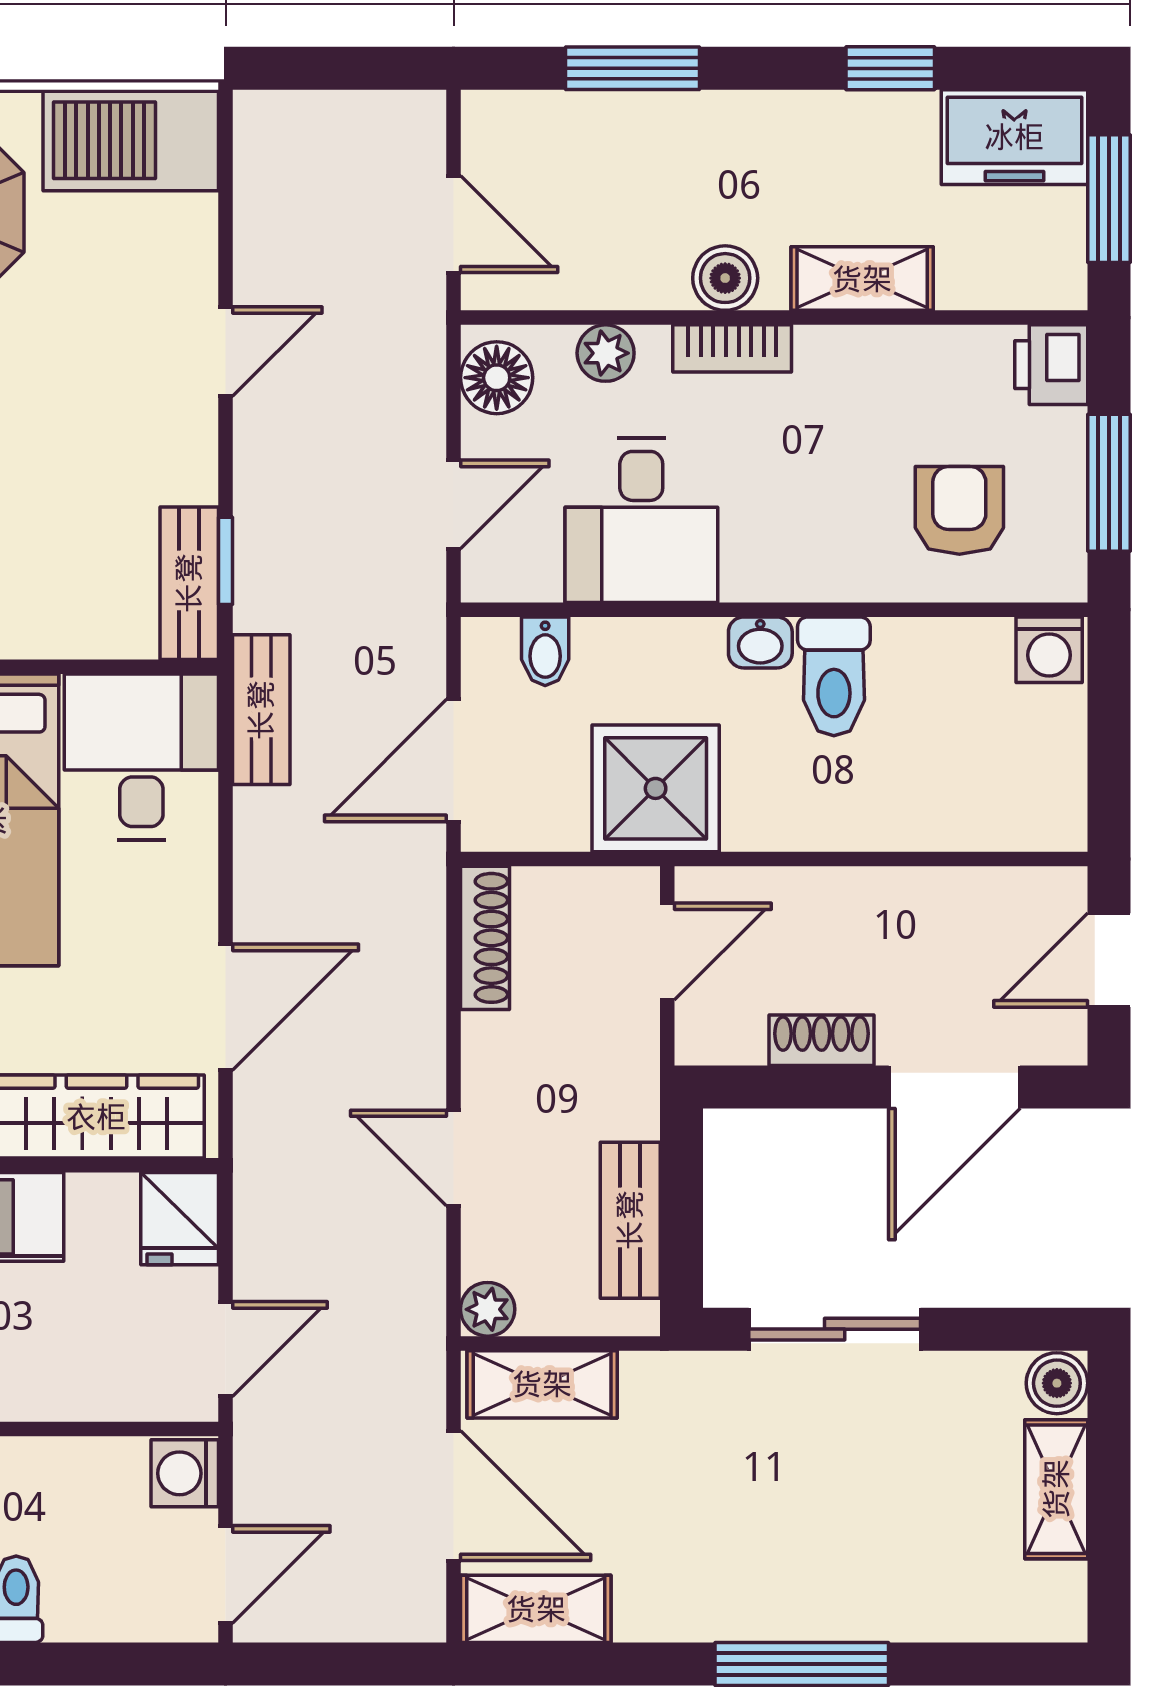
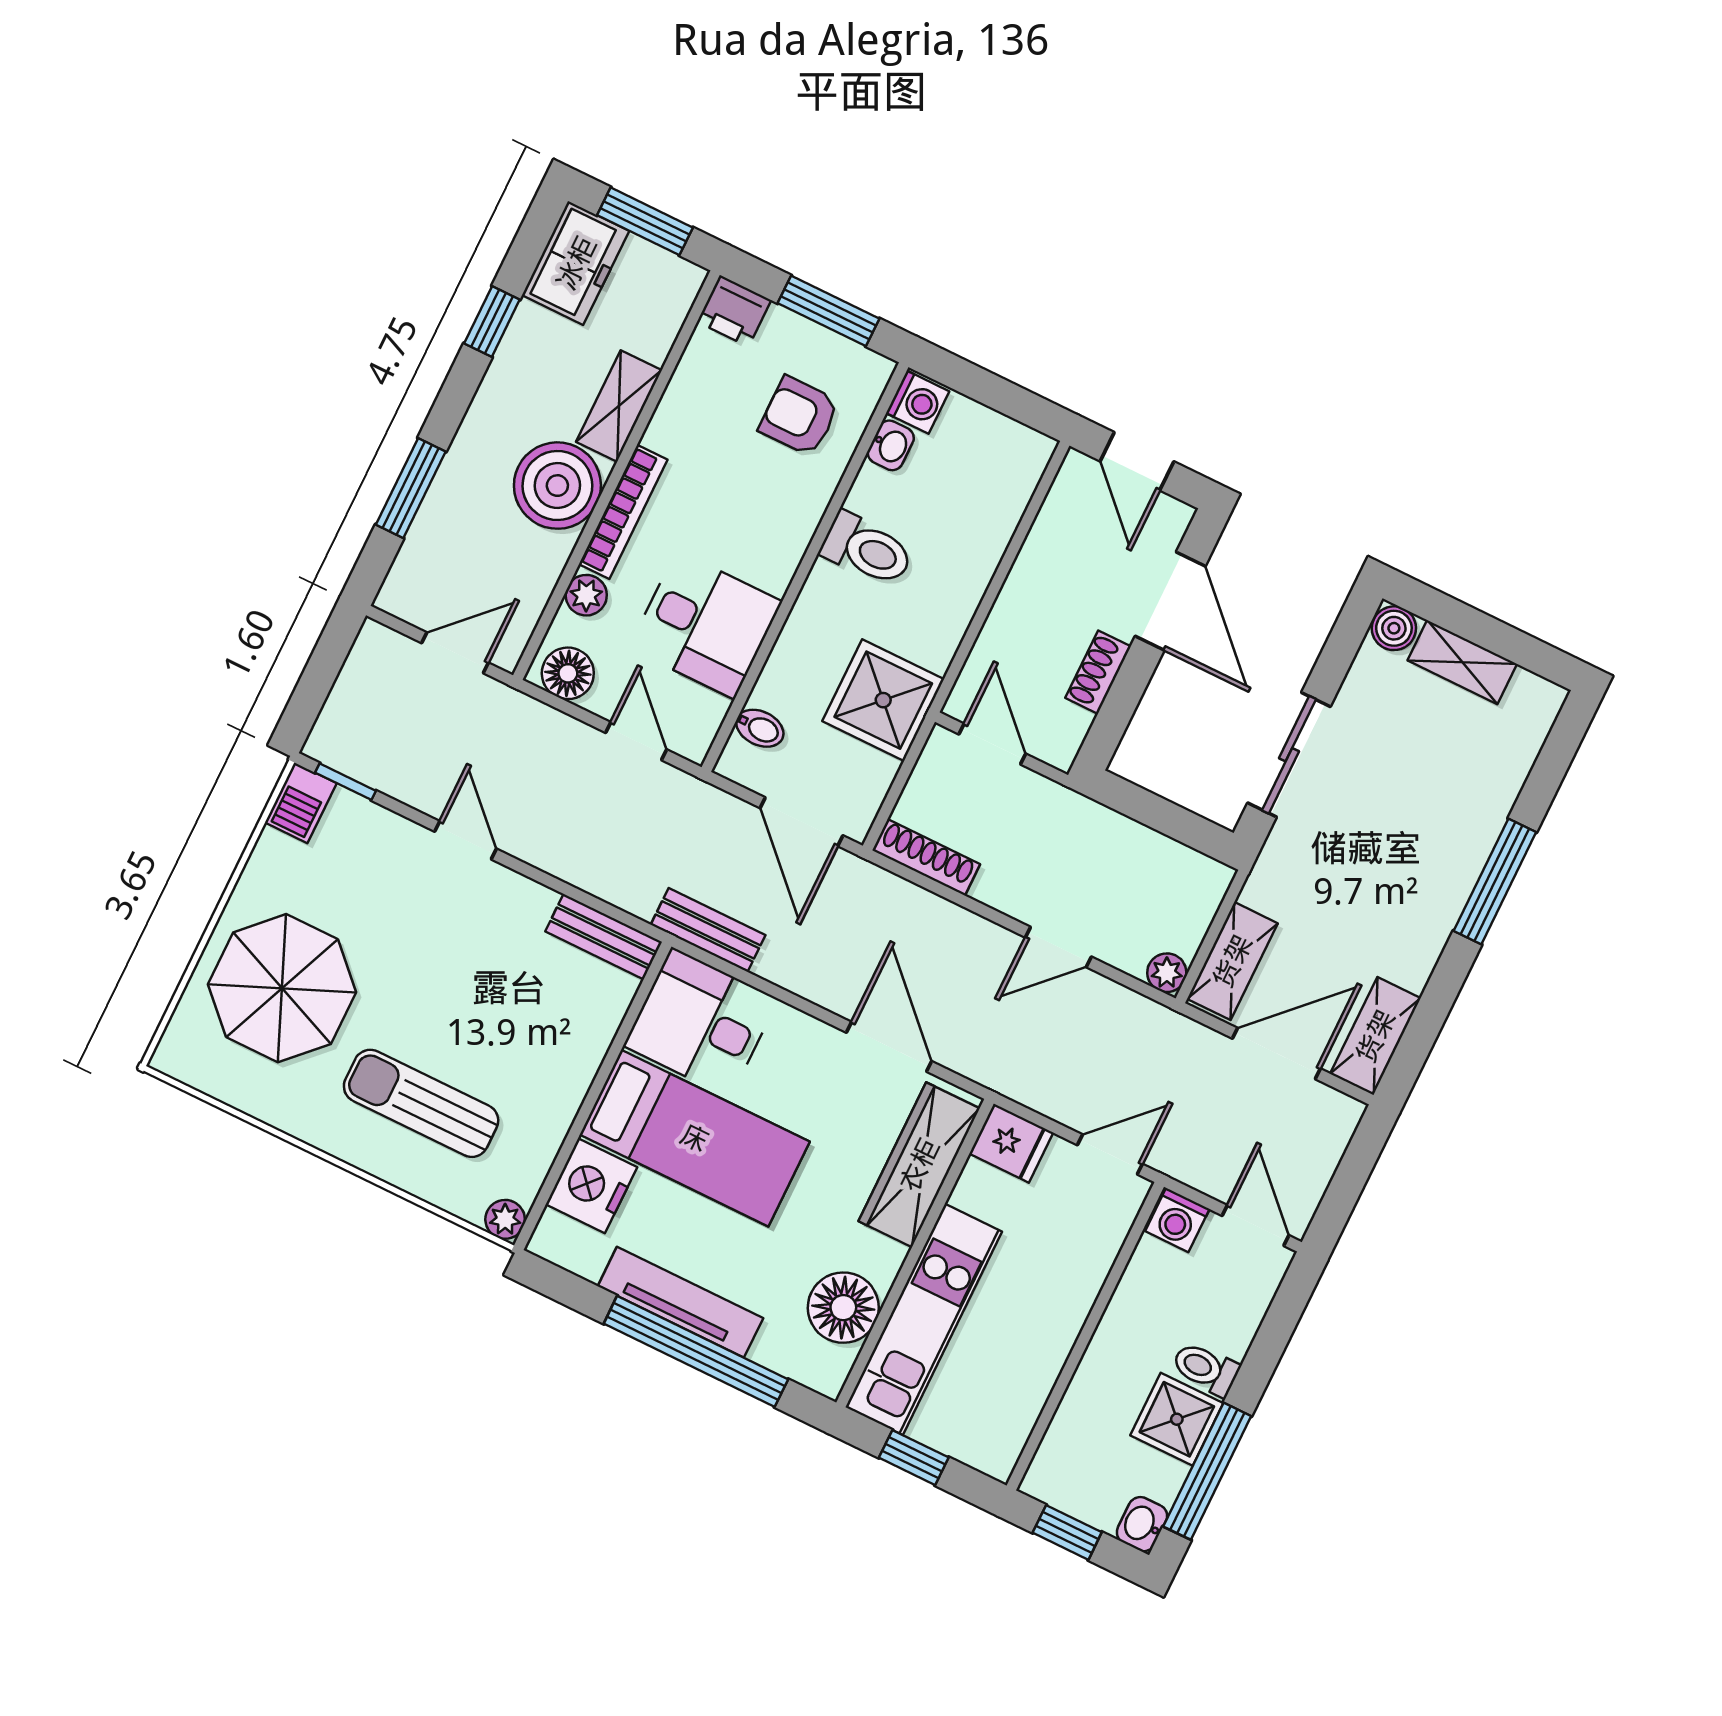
barbecue: (131, 140) -> (301, 803), width x0.53, depth x0.65
boiler: (725, 278) -> (557, 486), width x1.86, depth x1.86
bookcase: (732, 348) -> (623, 512), width x1.56
window: (226, 561) -> (345, 782), moved
washbasin: (760, 642) -> (891, 445), moved
bench: (630, 1220) -> (1154, 852), removed
door: (226, 1349) -> (1110, 1154), hinge flipped

